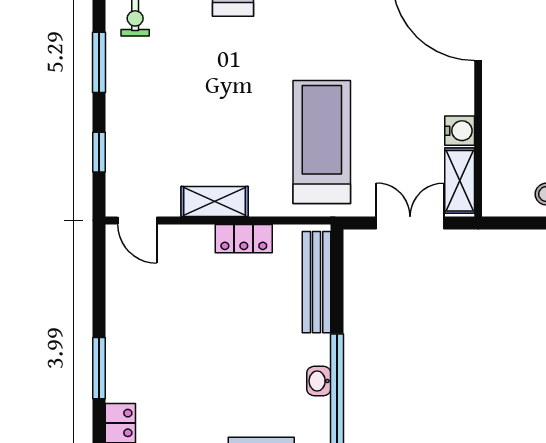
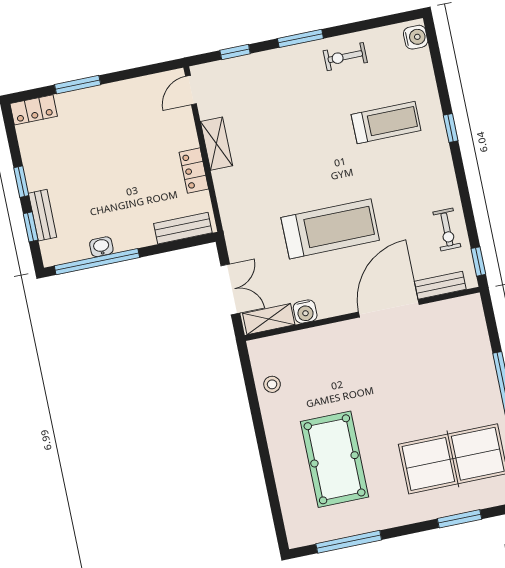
treadmill: (322, 142) -> (330, 229), moved
bench: (317, 282) -> (183, 228), width x0.73

